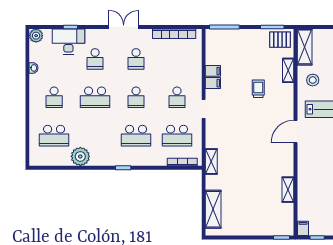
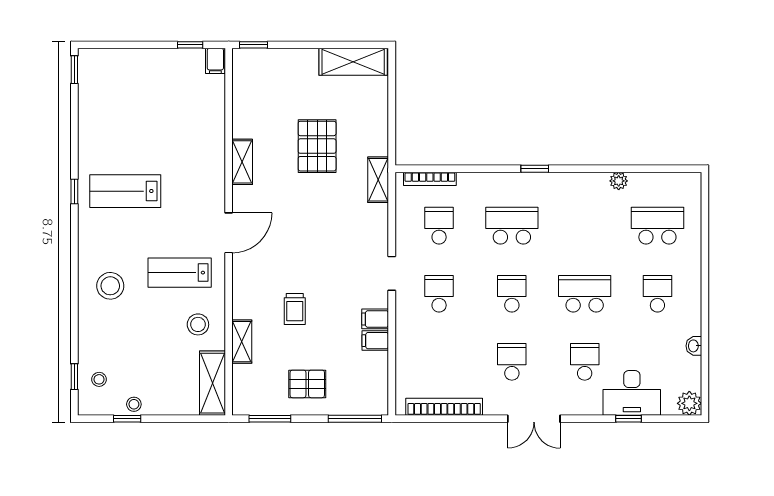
pallet: (280, 40) -> (307, 384), moved
school desk: (177, 136) -> (439, 226), width x0.54
plant: (80, 156) -> (619, 181), width x0.53, depth x0.53
pallet: (246, 180) -> (317, 146), added
shelving: (288, 190) -> (242, 162), moved
shelving: (213, 209) -> (353, 62), moved, turned 90

